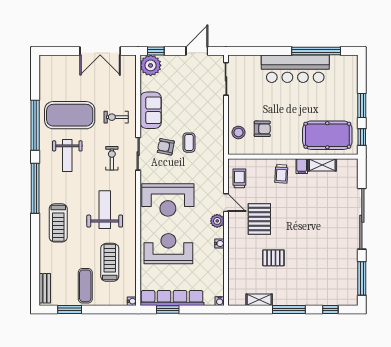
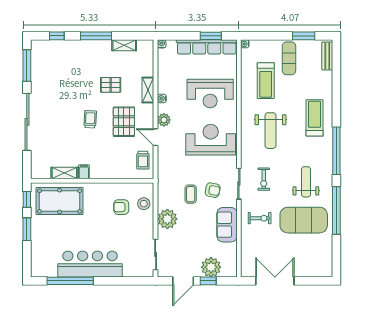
window: (156, 51) -> (208, 281), moved
plant: (151, 65) -> (211, 267), moved
plant: (214, 116) -> (167, 219), added
trolley: (281, 174) -> (90, 119), moved
shelving: (234, 252) -> (148, 90), added

